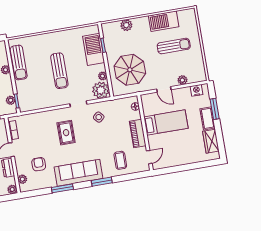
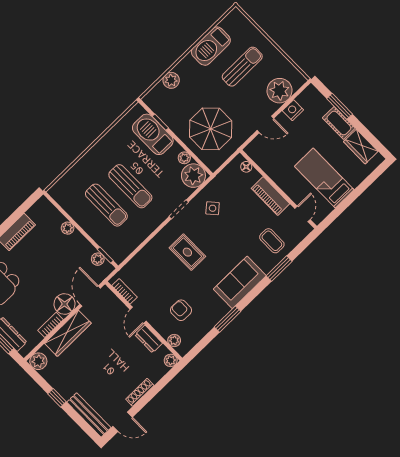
sun lounger: (19, 62) -> (106, 205), moved
plant: (182, 80) -> (280, 91), width x1.88, depth x1.88
nightstand: (197, 90) -> (293, 110), moved
bed: (166, 123) -> (324, 178), moved, turned -90
sofa: (79, 173) -> (240, 282), width x0.73
window: (102, 182) -> (279, 269), moved

